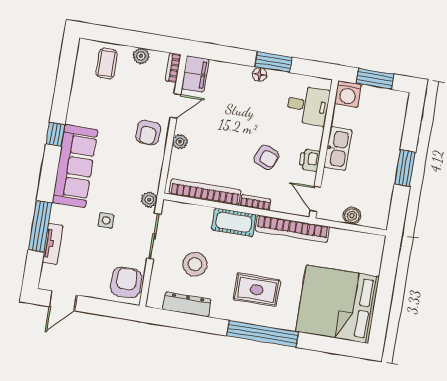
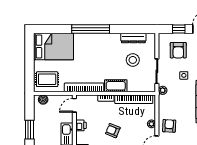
armchair: (266, 157) -> (113, 131), moved
door: (315, 199) -> (74, 105), swing flipped
boiler: (352, 216) -> (43, 100), moved
armchair: (126, 282) -> (178, 50), moved
rug: (257, 290) -> (47, 79), moved
bed: (337, 304) -> (54, 46), width x0.73
window: (101, 307) -> (179, 29), added

